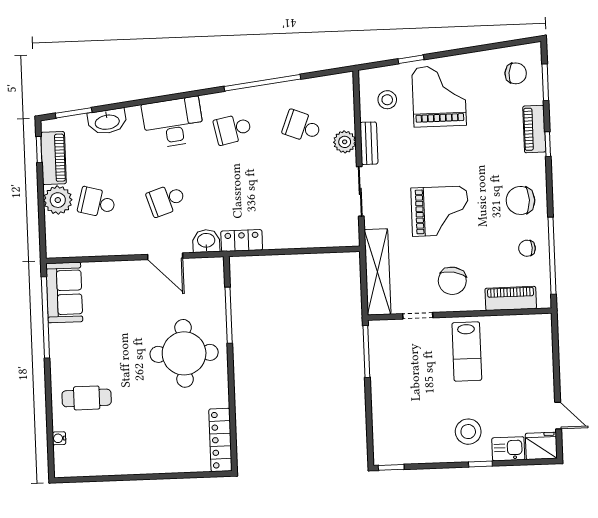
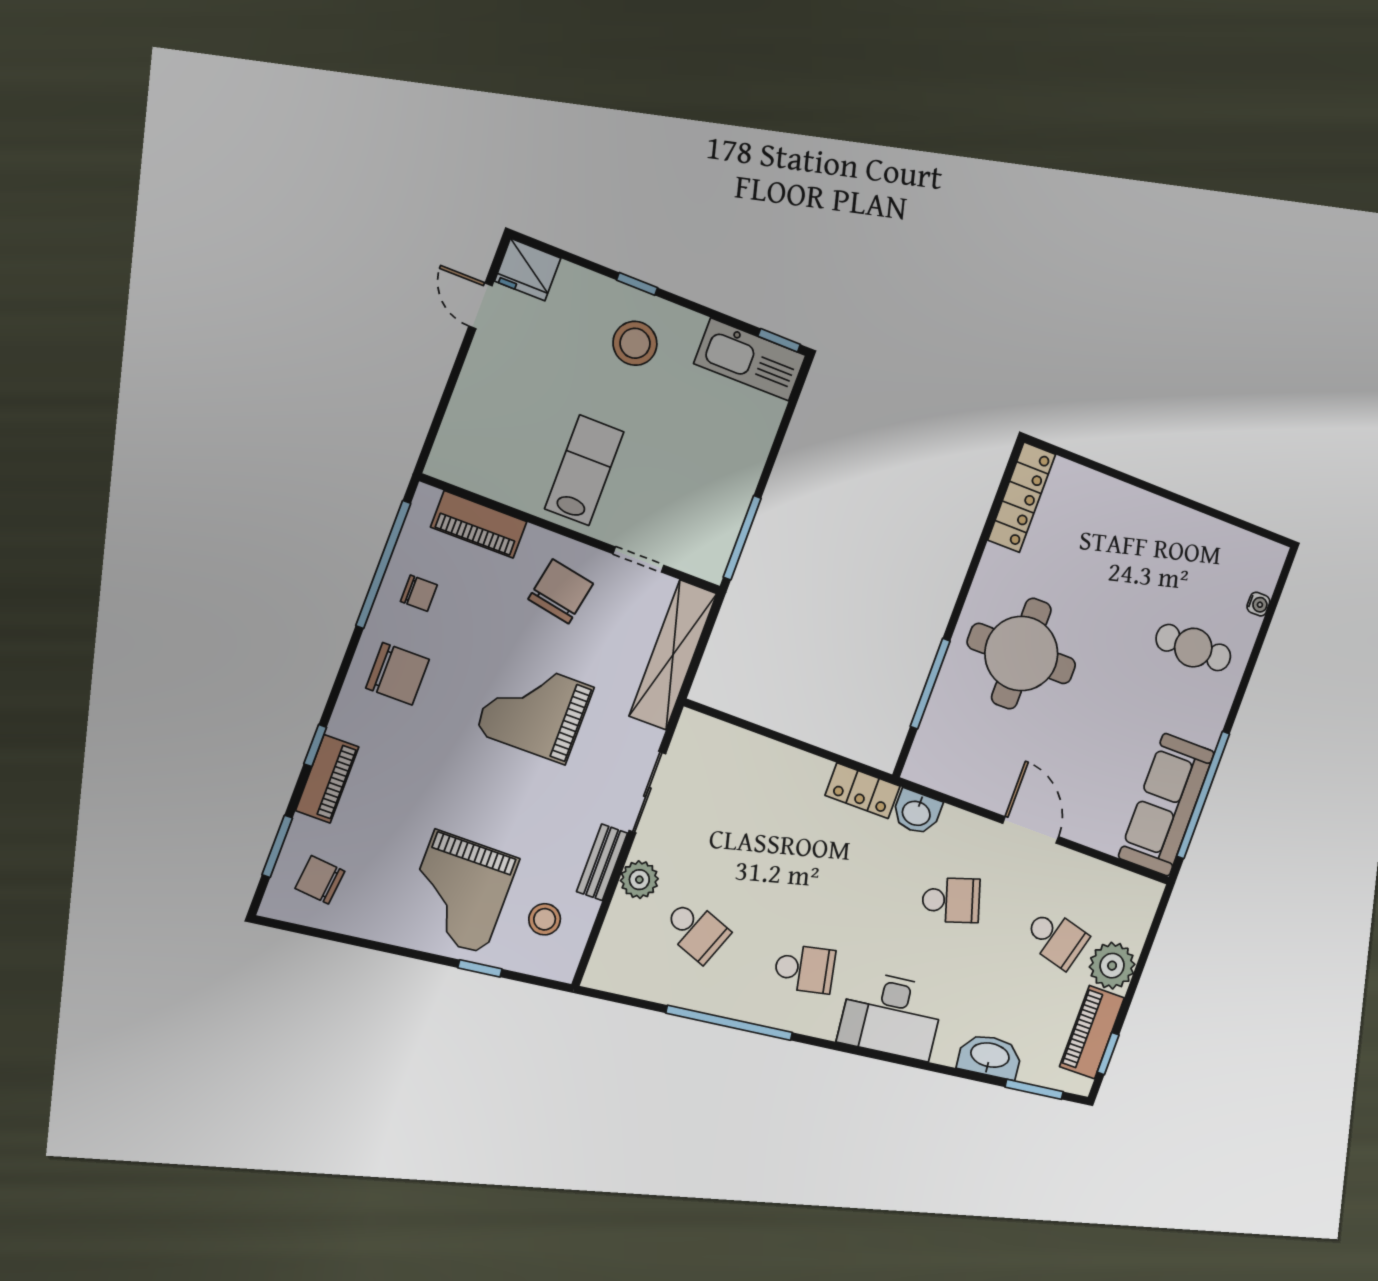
door: (165, 256) -> (1031, 830), moved
sofa: (64, 292) -> (1166, 805), width x1.36
kitchen sink: (508, 449) -> (750, 359), moved, width x1.87, depth x1.24

